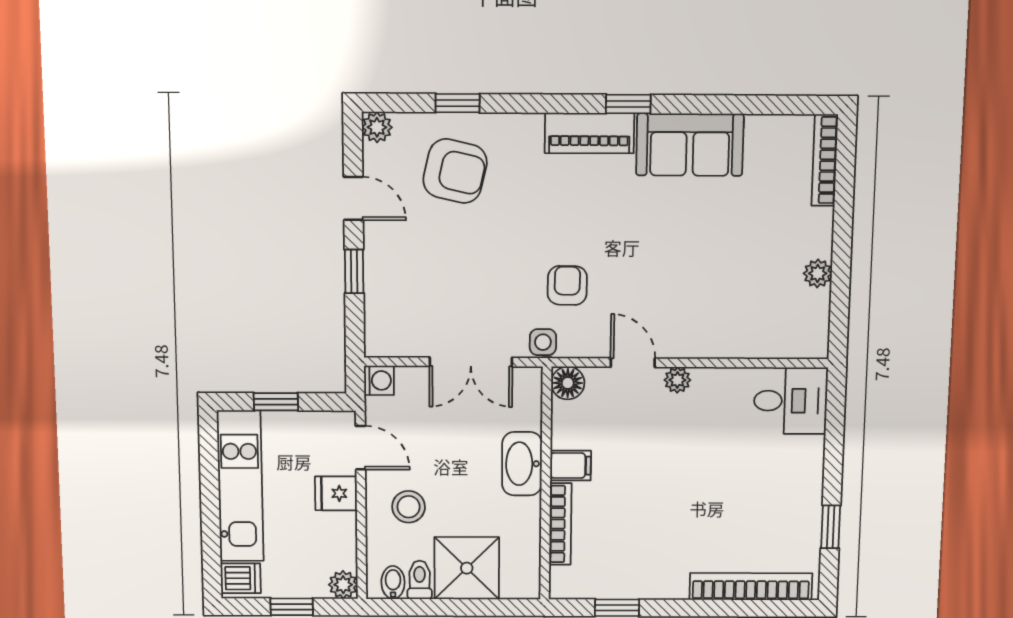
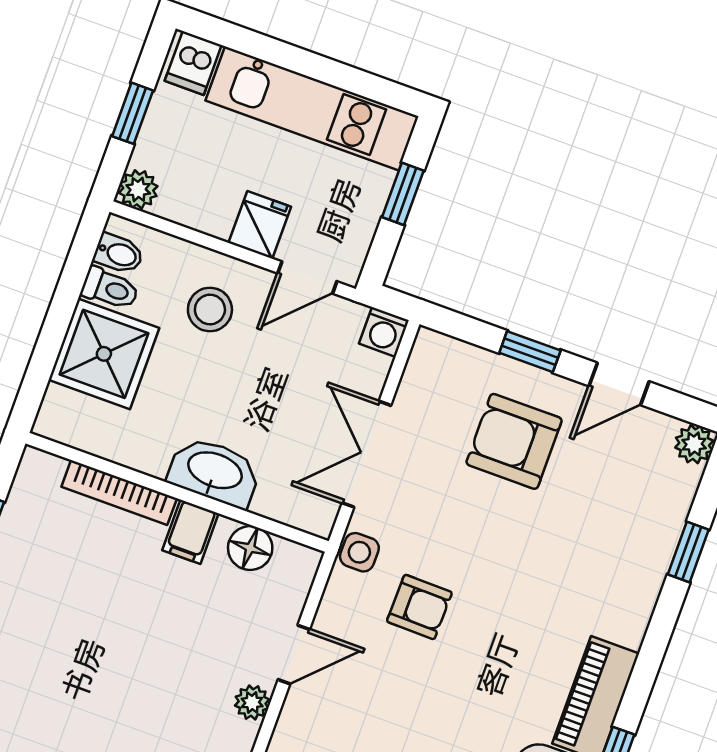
armchair: (455, 171) -> (514, 441), moved, turned 77
floor lamp: (568, 383) -> (250, 548), moved

